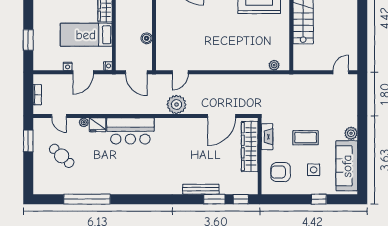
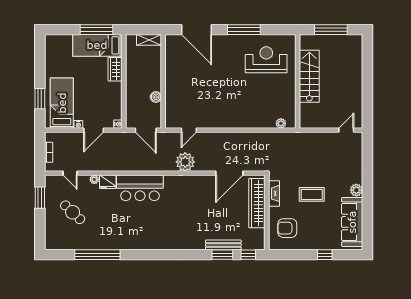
bed: (86, 35) -> (62, 103), moved, turned 90
side table: (314, 170) -> (320, 226), removed
bench: (201, 189) -> (223, 245), moved

